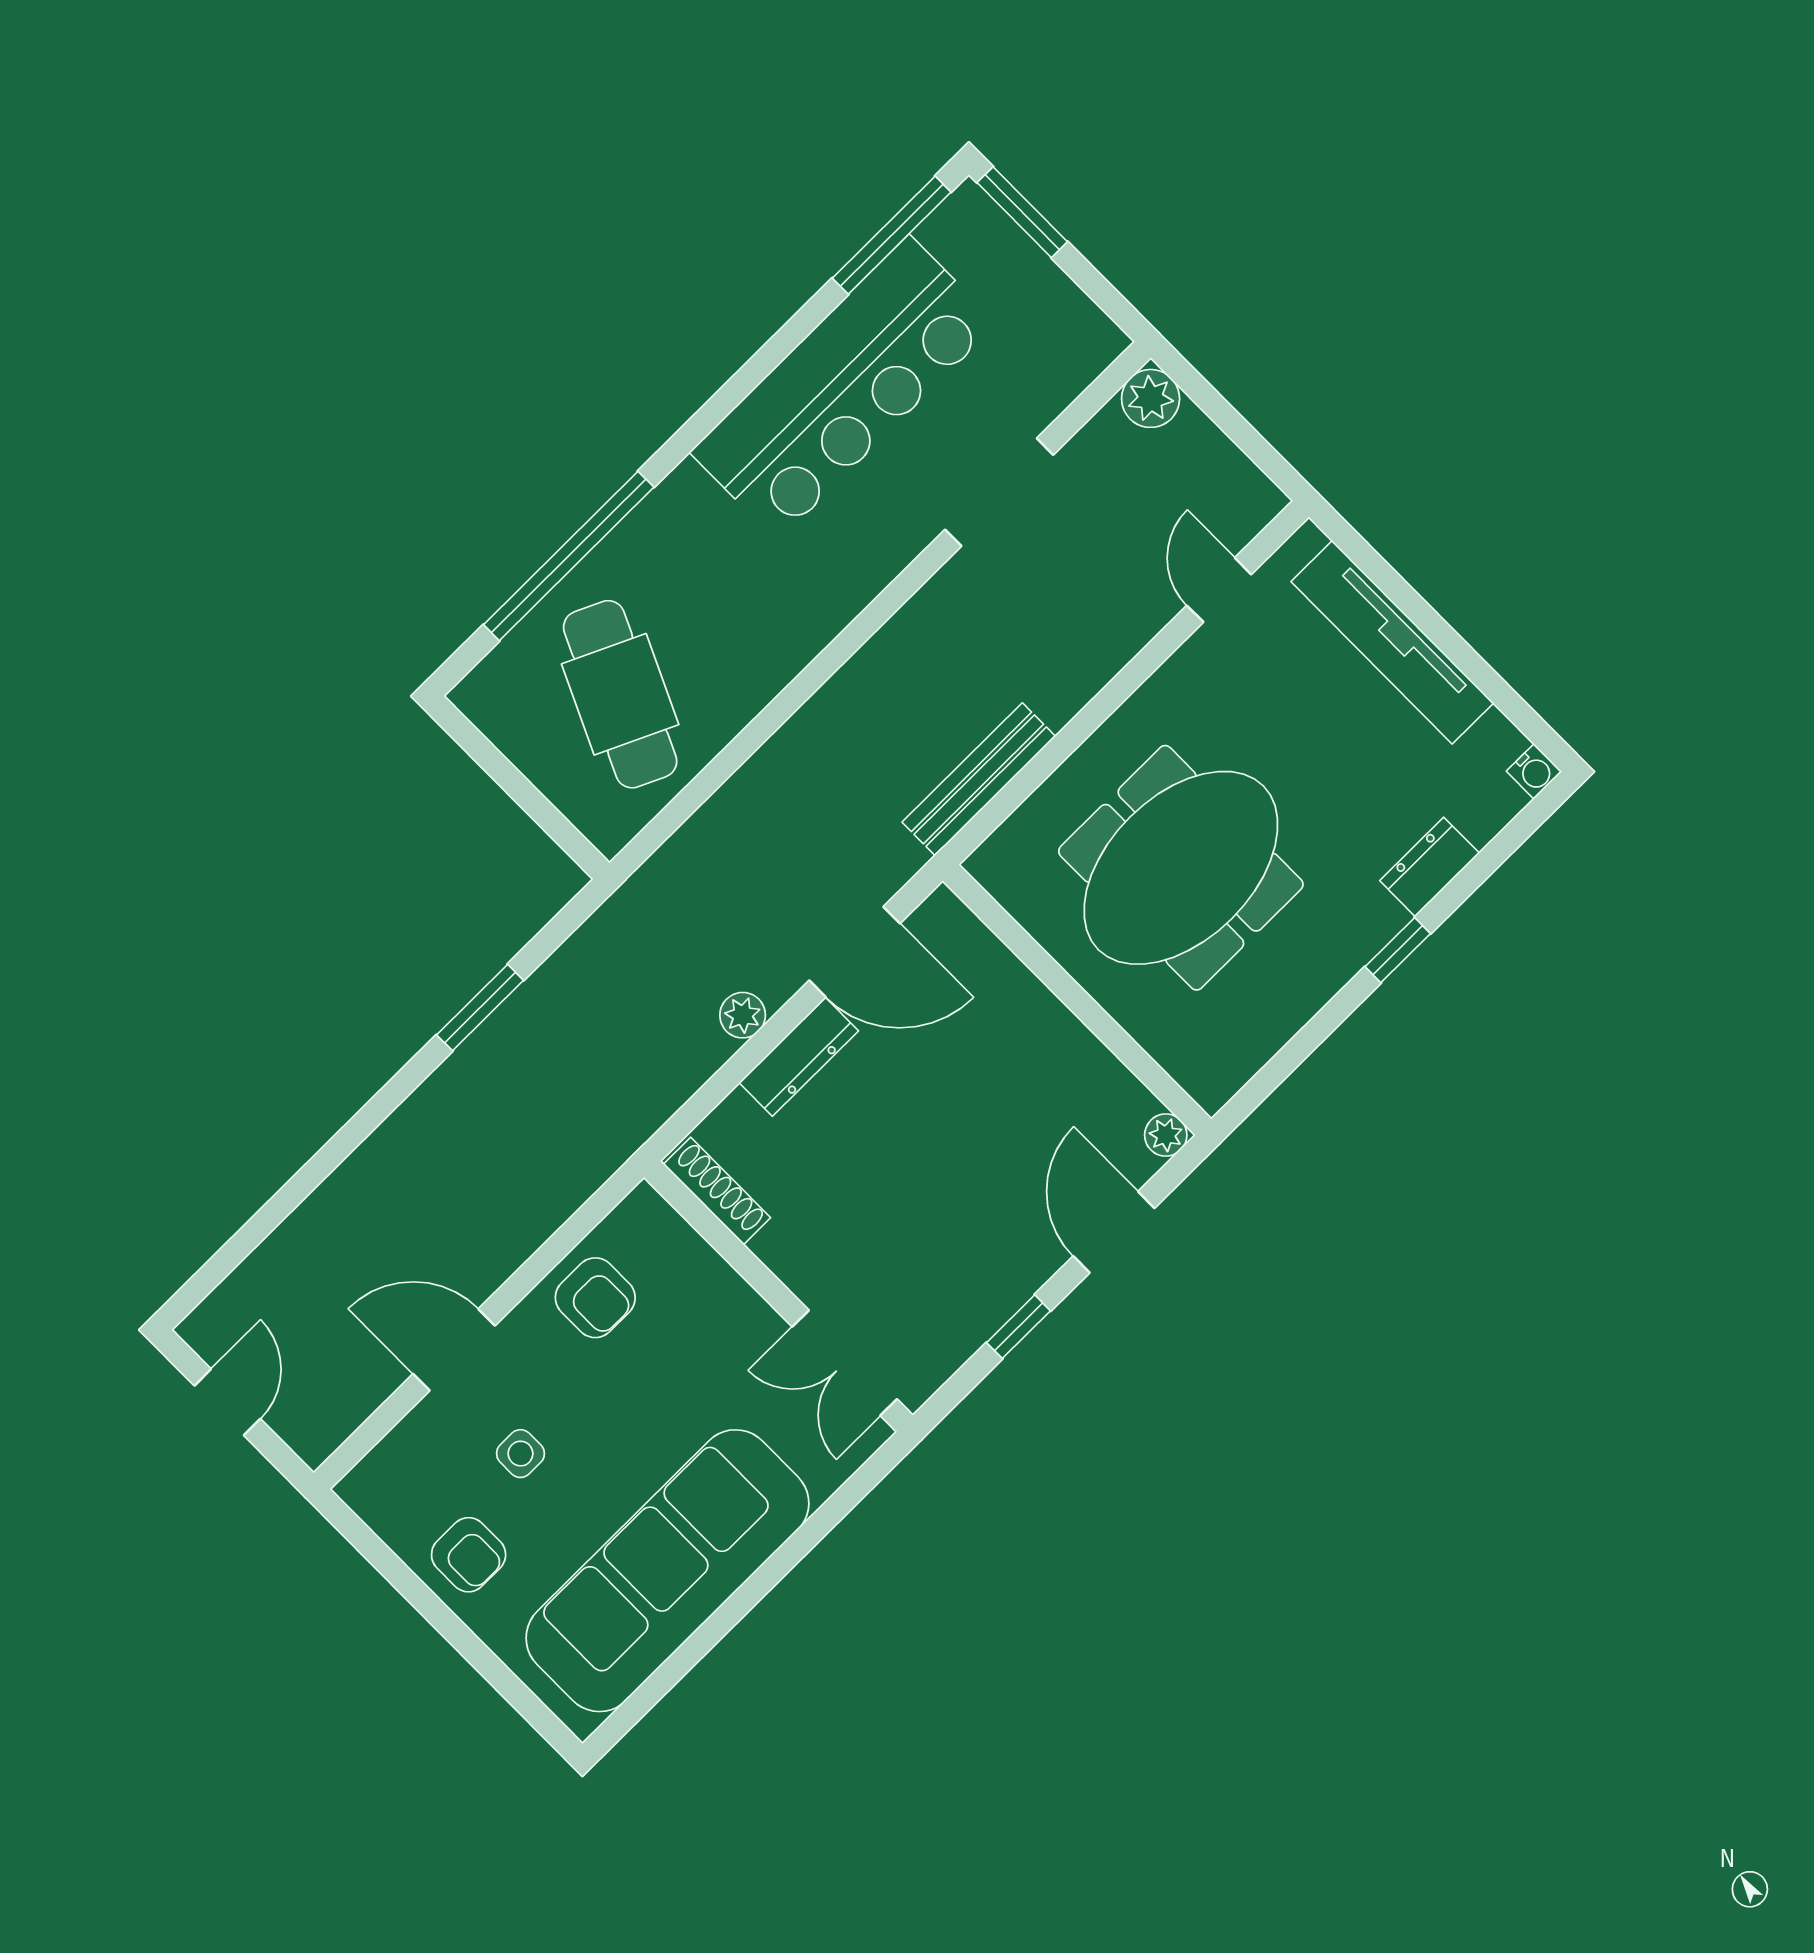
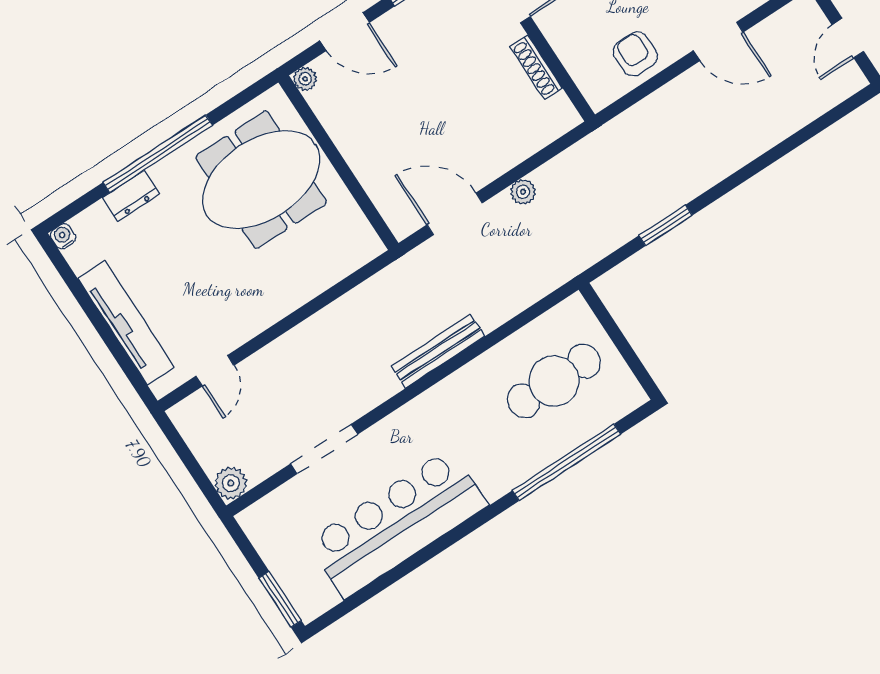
window: (892, 235) -> (354, 601), removed
cafe table: (620, 694) -> (554, 381), turned 65
bench: (979, 779) -> (438, 351), moved
meeting table: (1181, 868) -> (261, 180), moved
window: (1398, 950) -> (158, 154), width x3.17
dresser: (799, 1057) -> (497, 163), removed
shoe rack: (717, 1191) -> (536, 67), moved
door: (1114, 1232) -> (344, 32), hinge flipped

